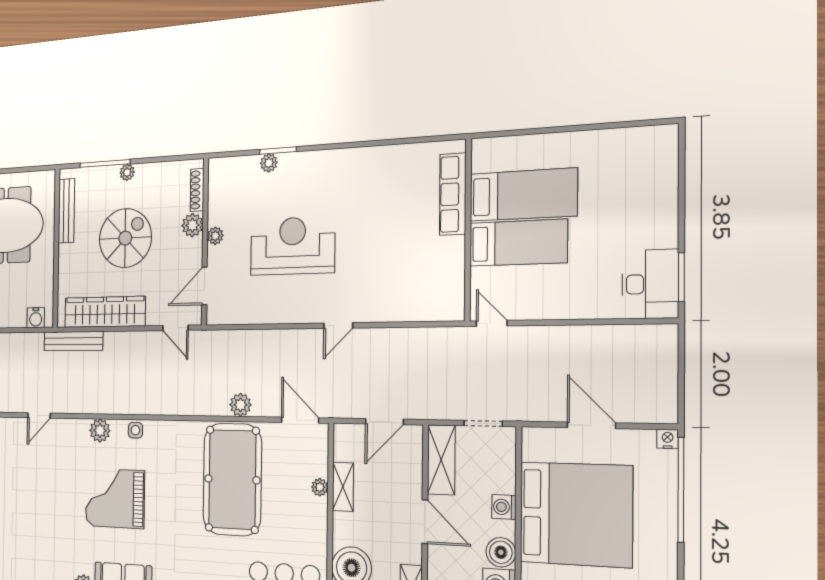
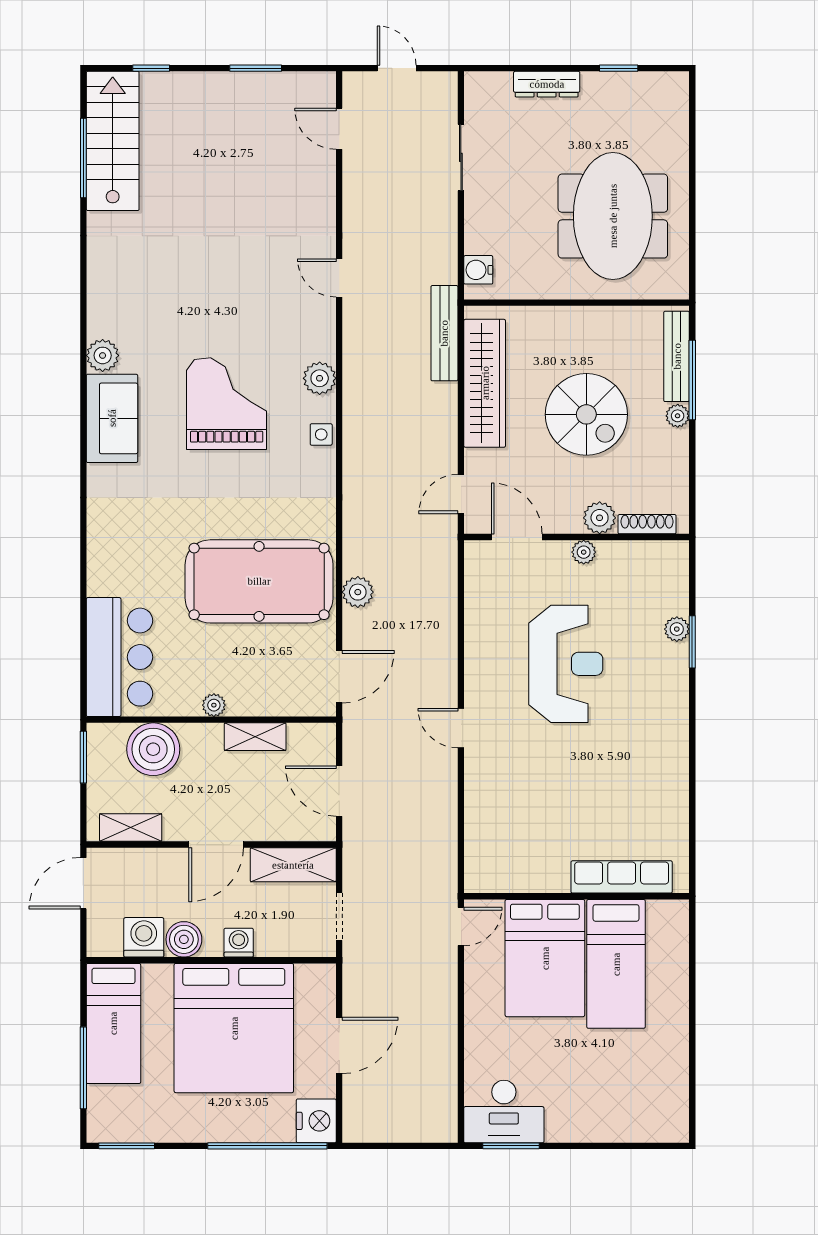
bench: (66, 211) -> (677, 356), moved, turned 90
bed: (518, 243) -> (545, 958), width x1.50
nightstand: (668, 439) -> (316, 1121), width x1.89, depth x1.79
plant: (320, 487) -> (214, 705), moved

